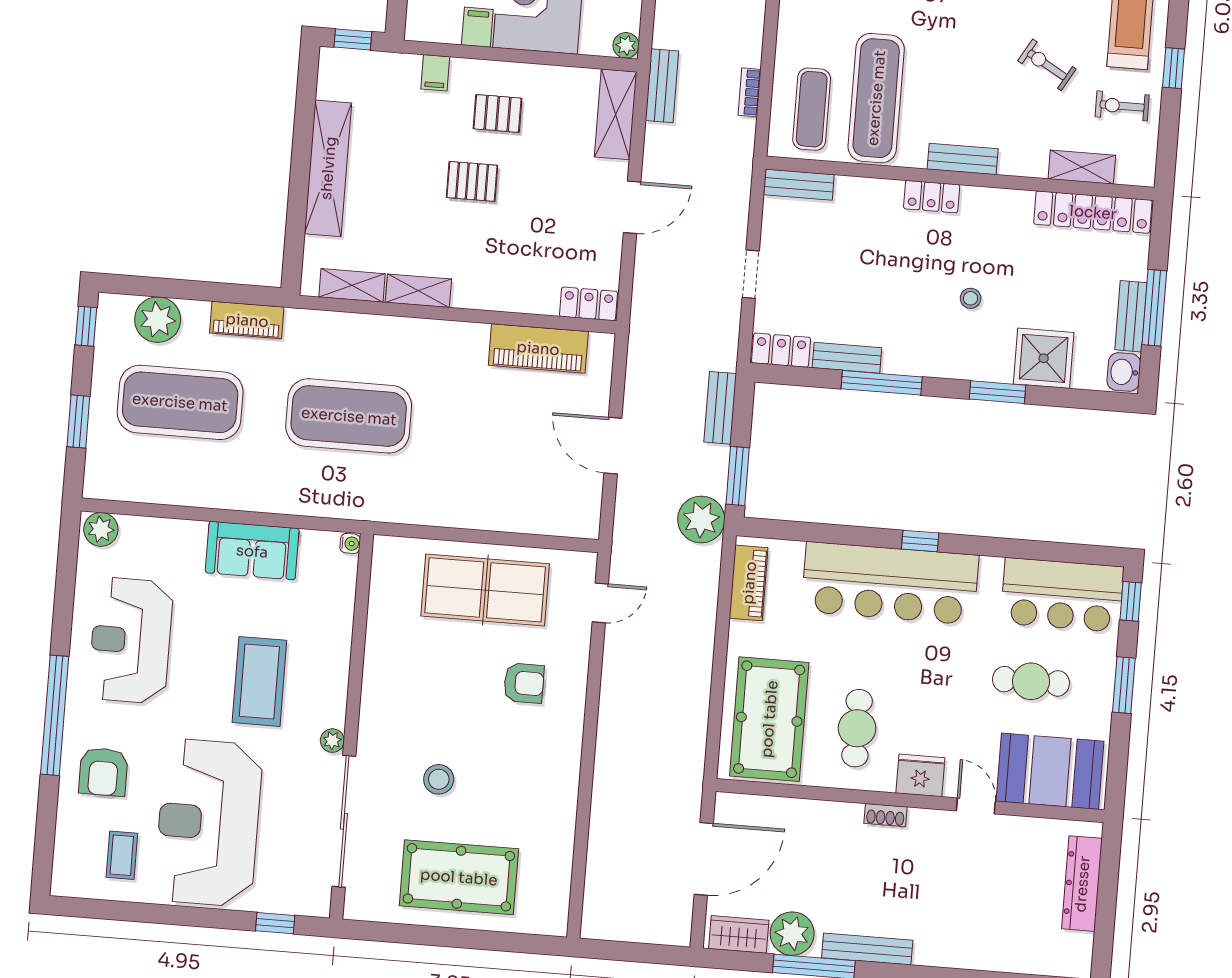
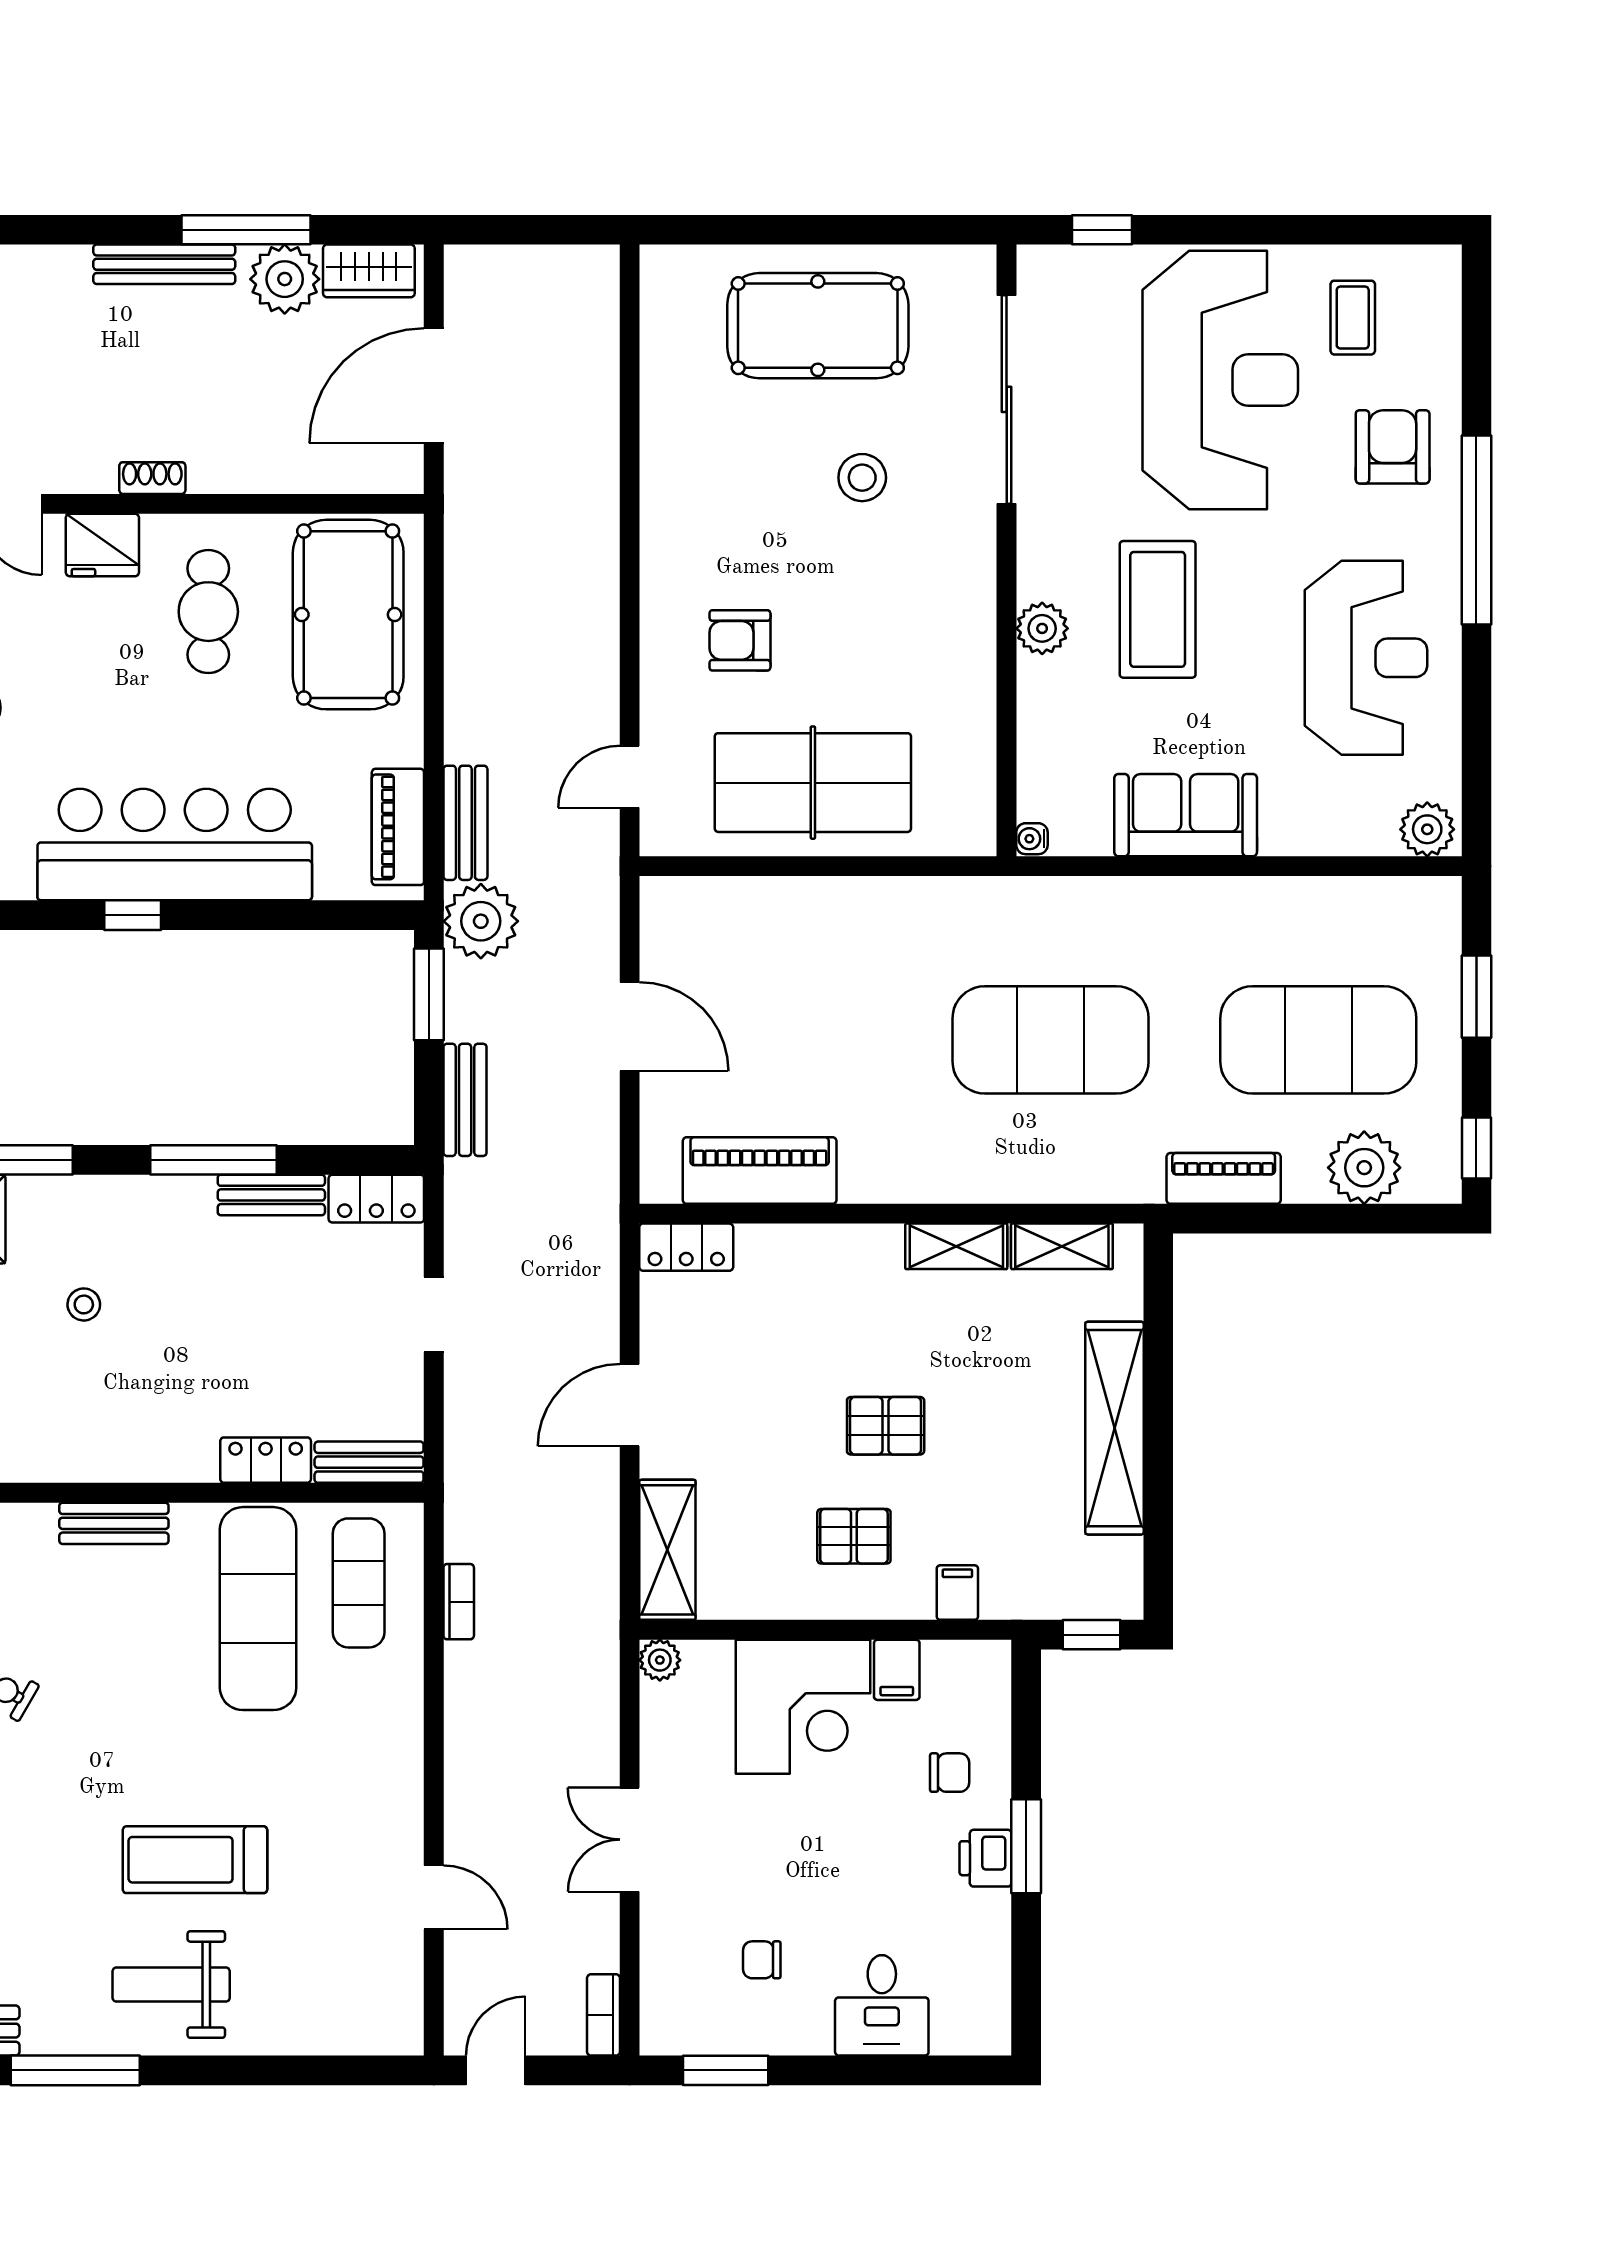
bench: (662, 86) -> (465, 823), moved
locker: (932, 197) -> (266, 1460), moved
plant: (332, 741) -> (1042, 628), moved, width x1.38, depth x1.38

